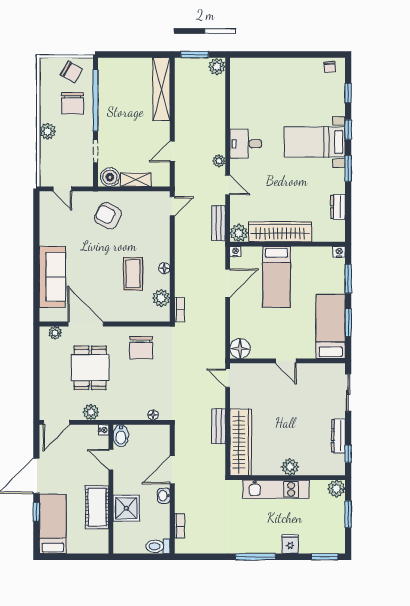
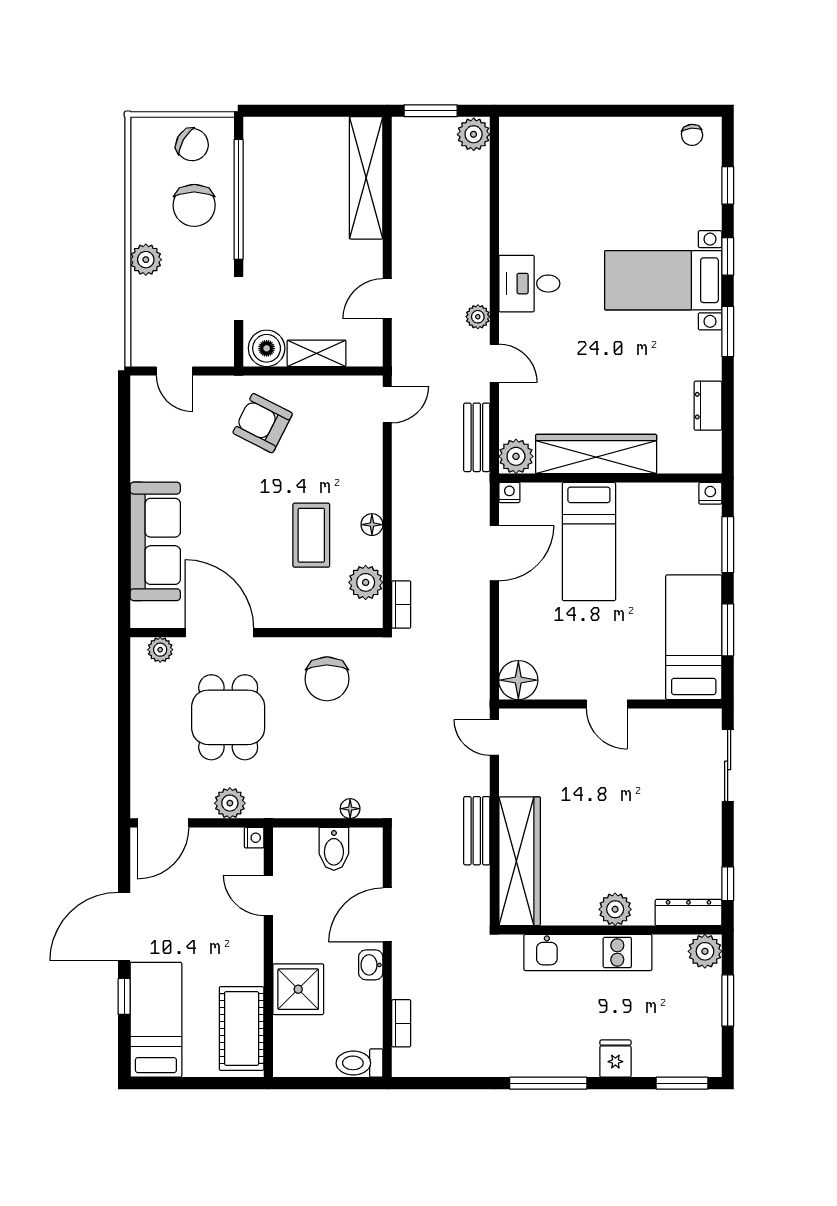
bidet: (121, 436) -> (334, 849), moved
dresser: (338, 436) -> (688, 913), moved, turned 90
cot: (97, 507) -> (242, 1028), moved

